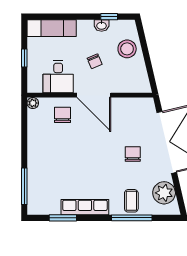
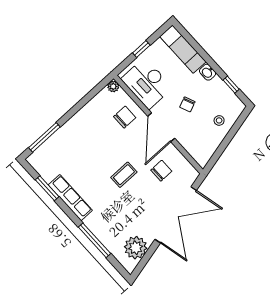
washbasin: (102, 25) -> (208, 72), moved
stool: (127, 49) -> (219, 120), width x0.53, depth x0.53
desk: (58, 77) -> (147, 83), width x1.37
chair: (133, 154) -> (161, 171), moved
coffee table: (131, 201) -> (124, 175), moved

